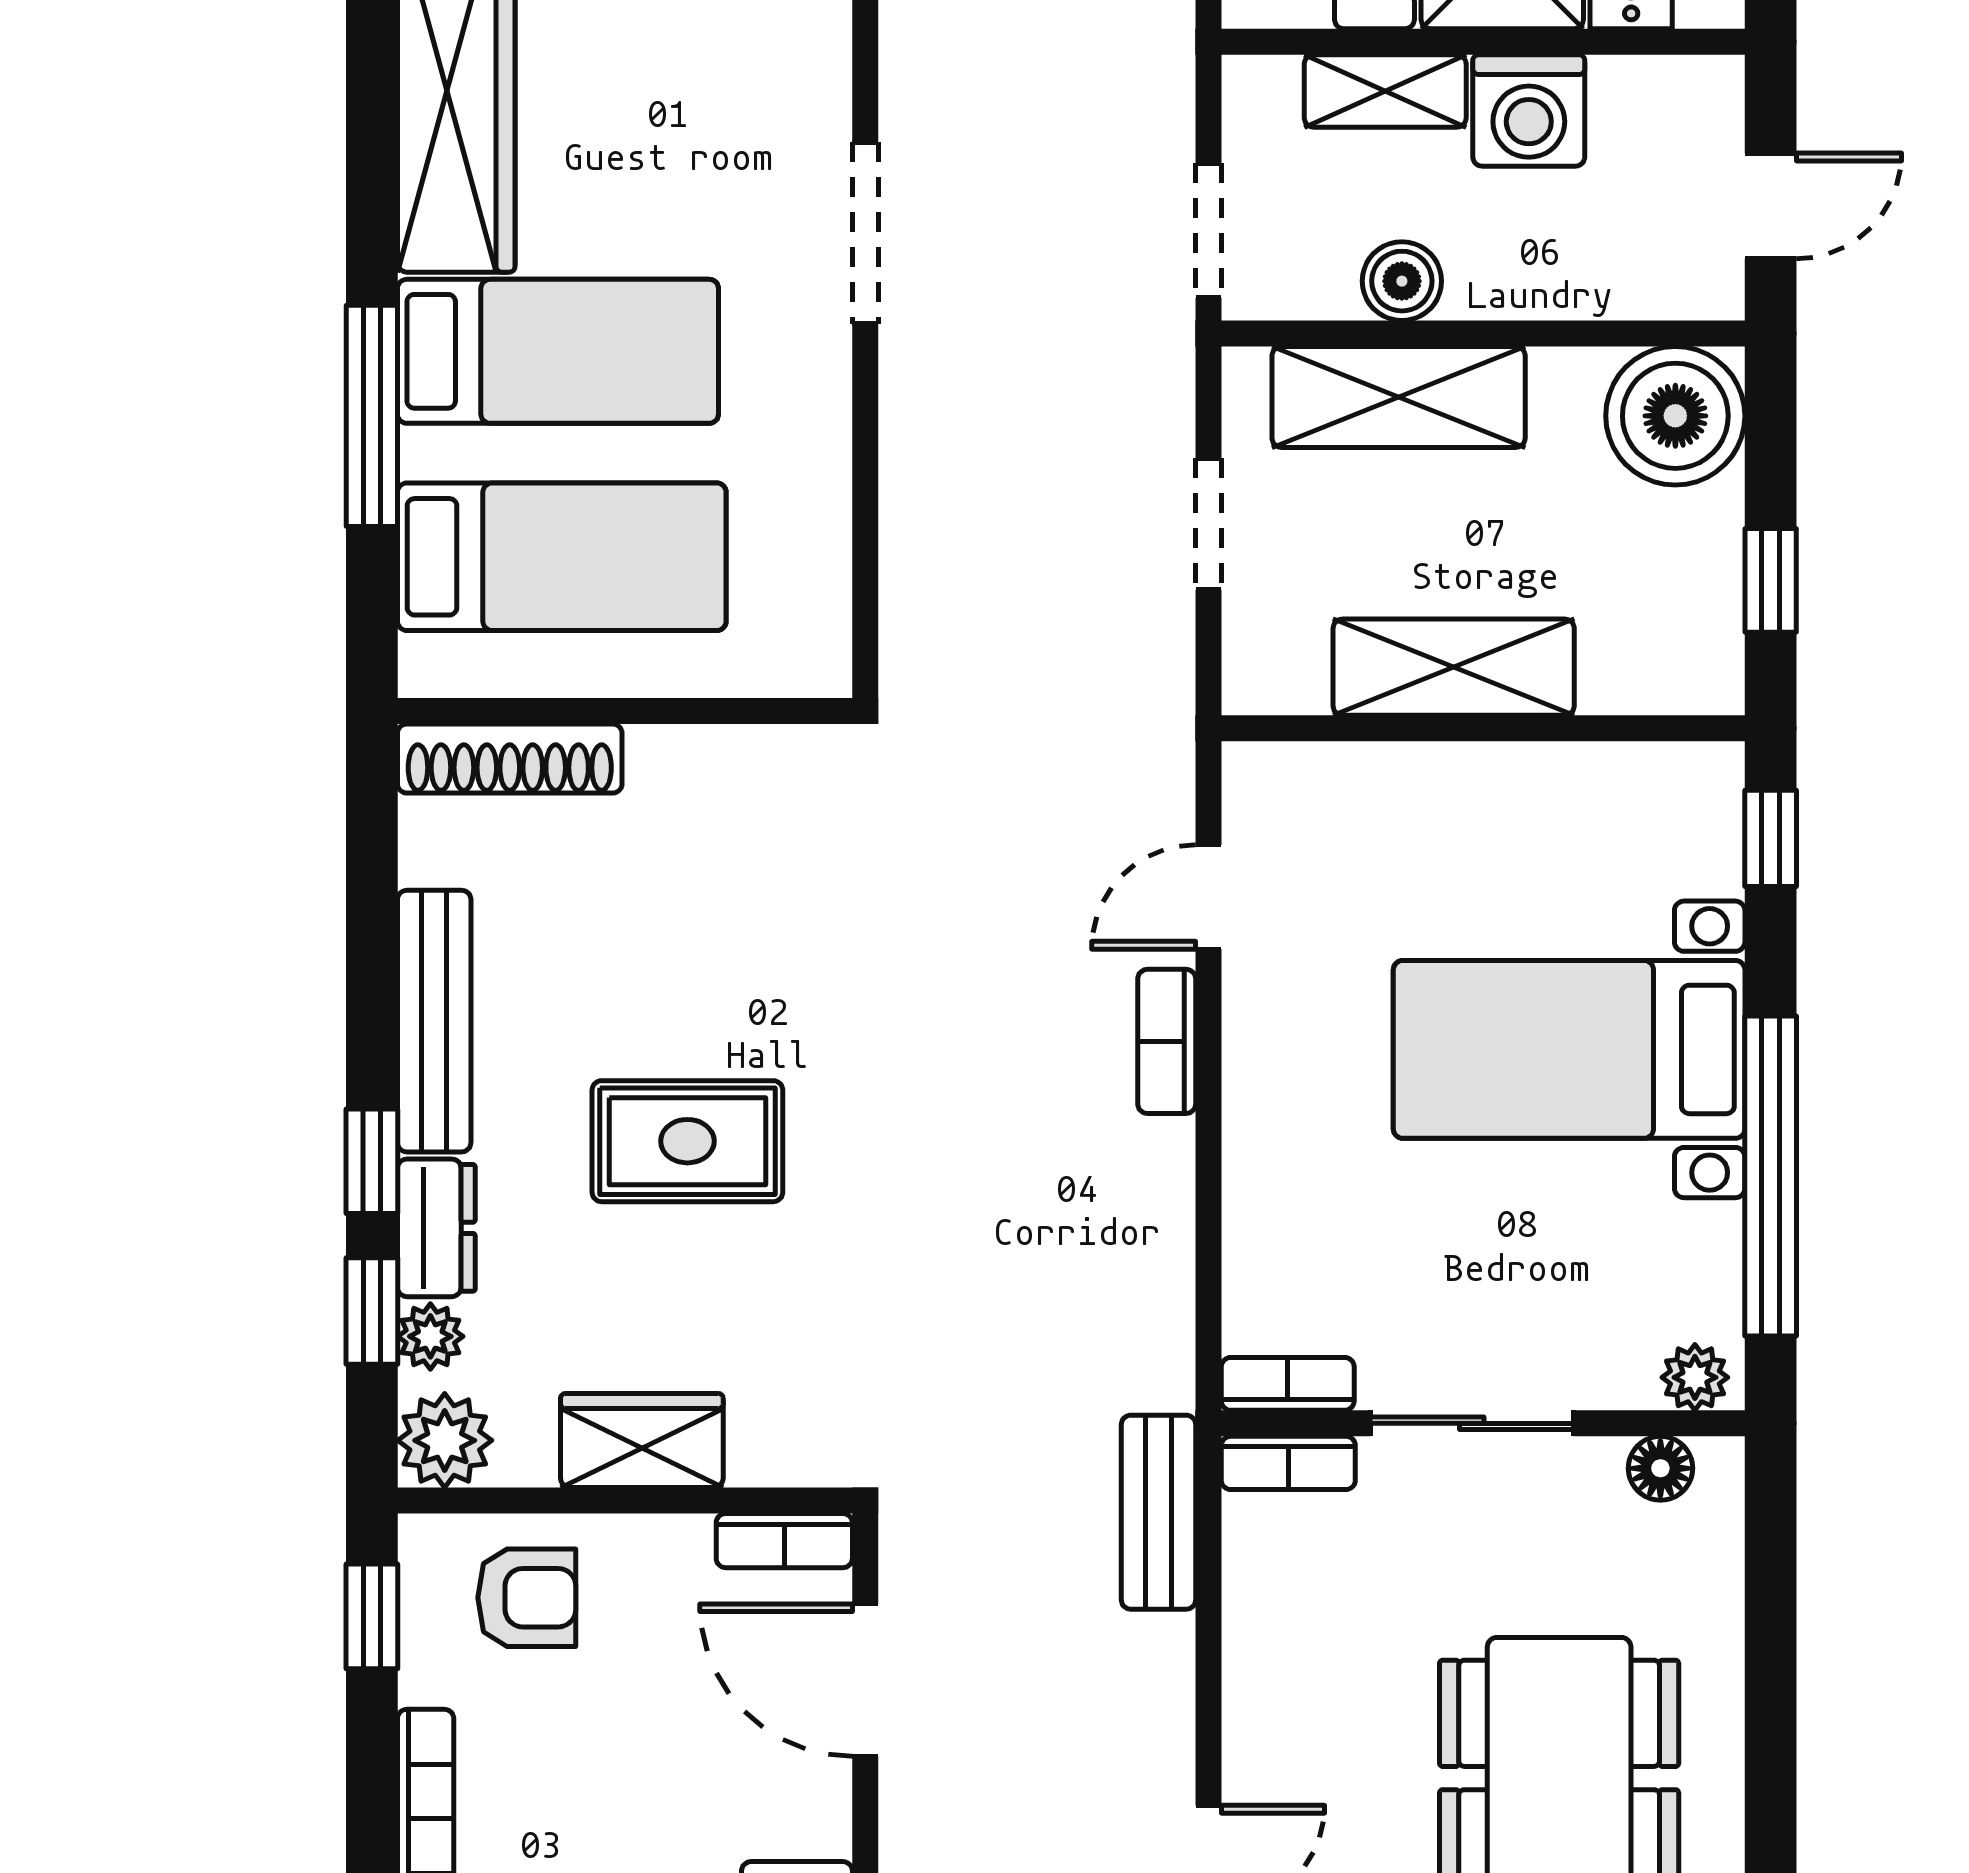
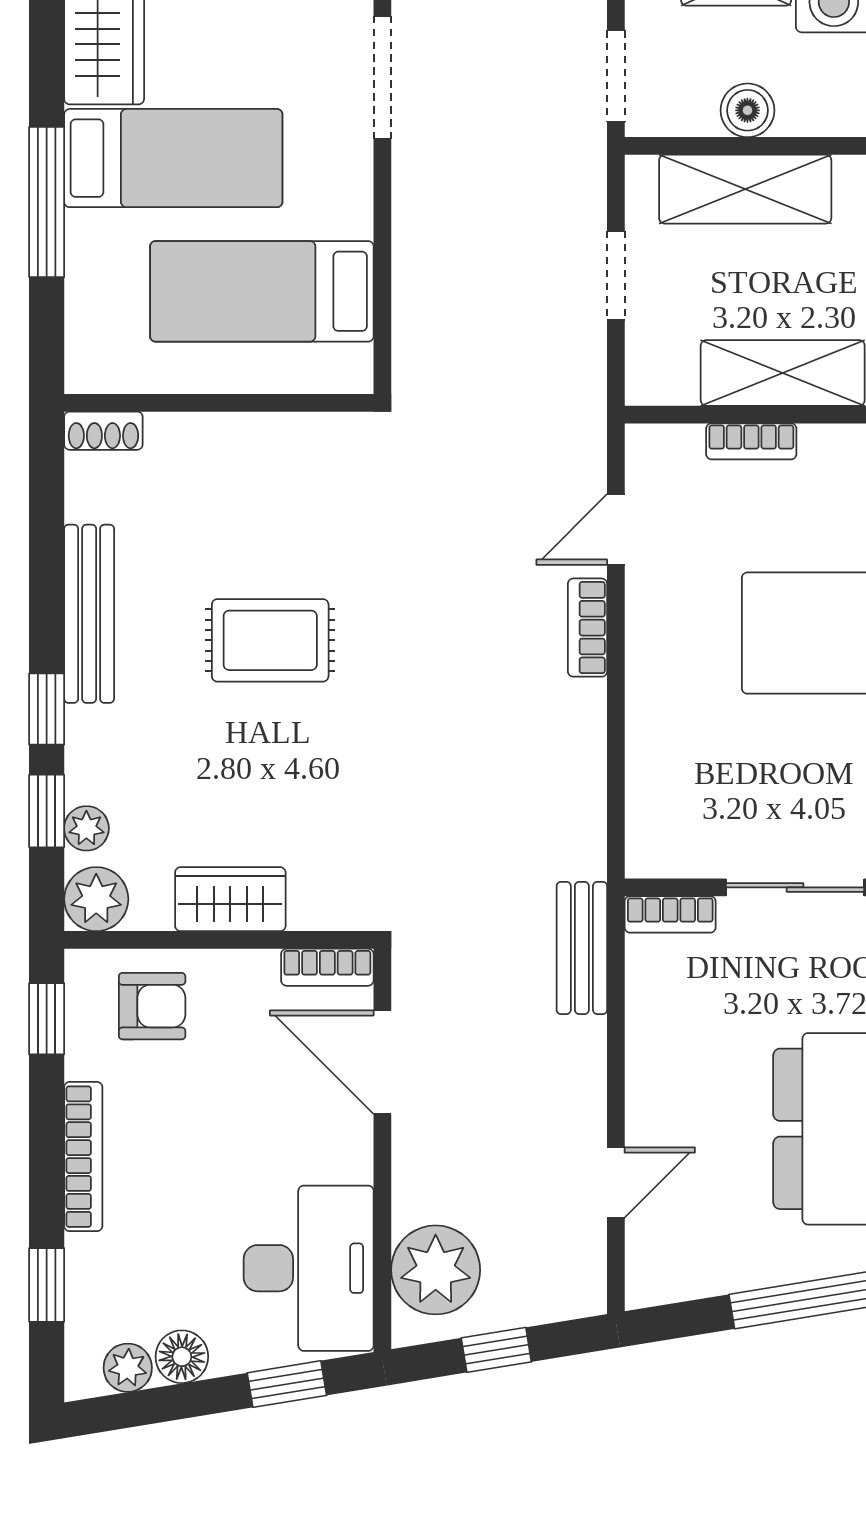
bed: (562, 557) -> (262, 291), moved, turned 180
shoe rack: (510, 759) -> (103, 431), width x0.51, depth x0.81
rug: (687, 1141) -> (270, 640), moved
dresser: (436, 1228) -> (91, 754), removed
bookcase: (1288, 1384) -> (751, 441), moved, turned 180

